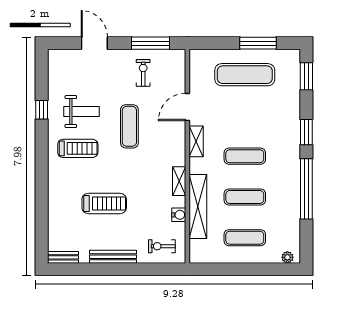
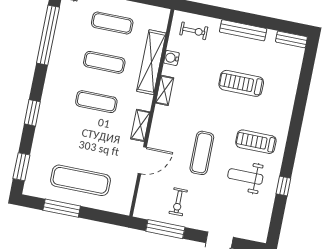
window: (306, 189) -> (48, 35), moved

